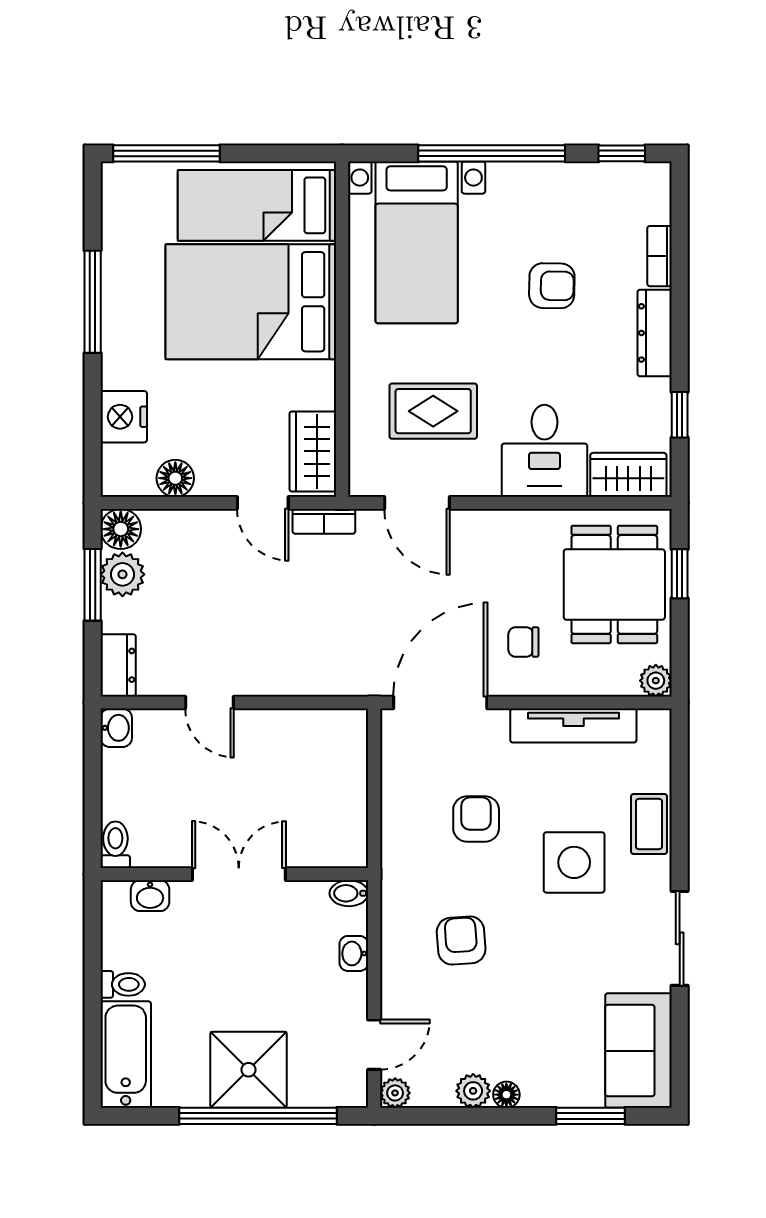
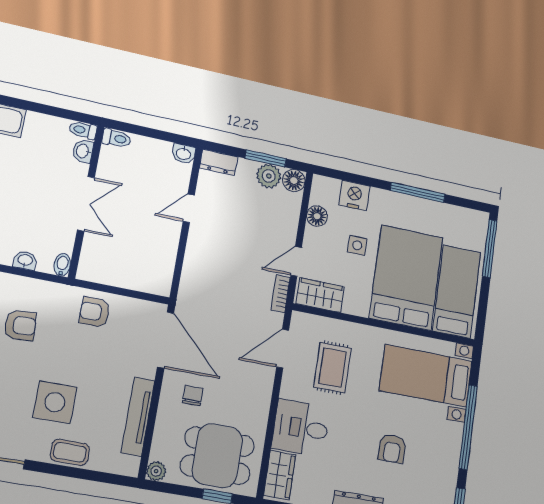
side table: (212, 399) -> (357, 245), added
armchair: (476, 819) -> (95, 312), moved, turned 180
toilet: (123, 984) -> (83, 130), moved, turned 90

